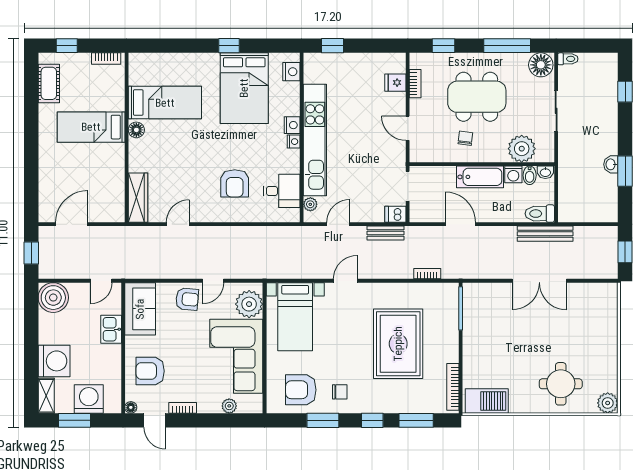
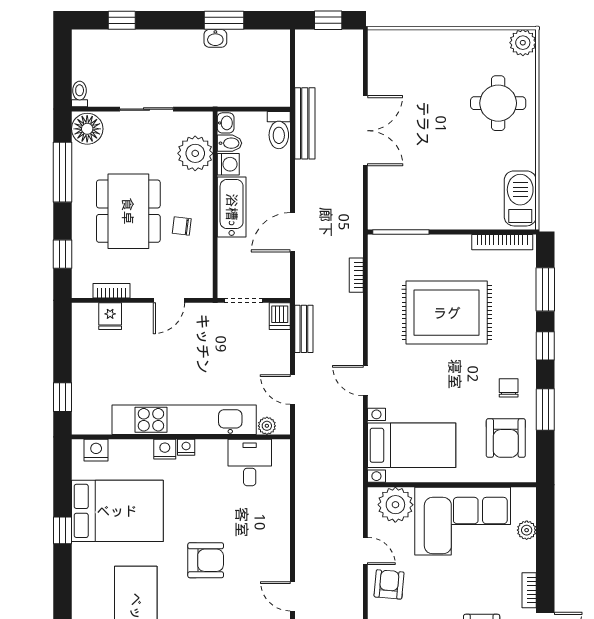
armchair: (235, 183) -> (206, 560), moved

